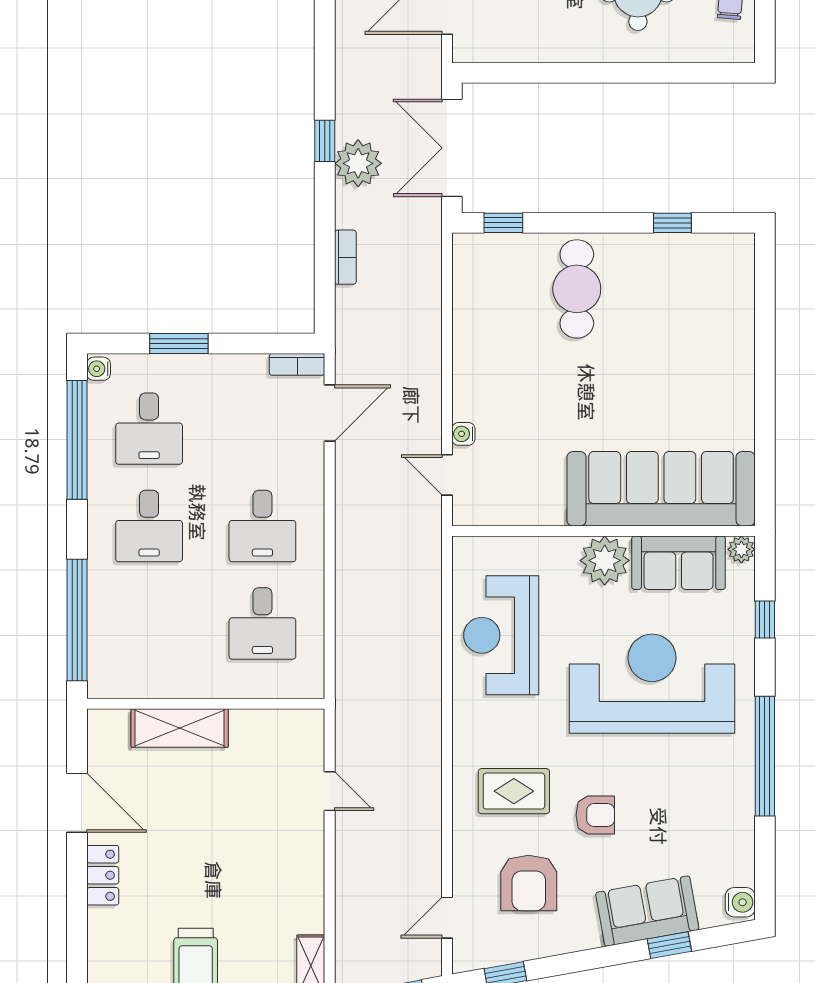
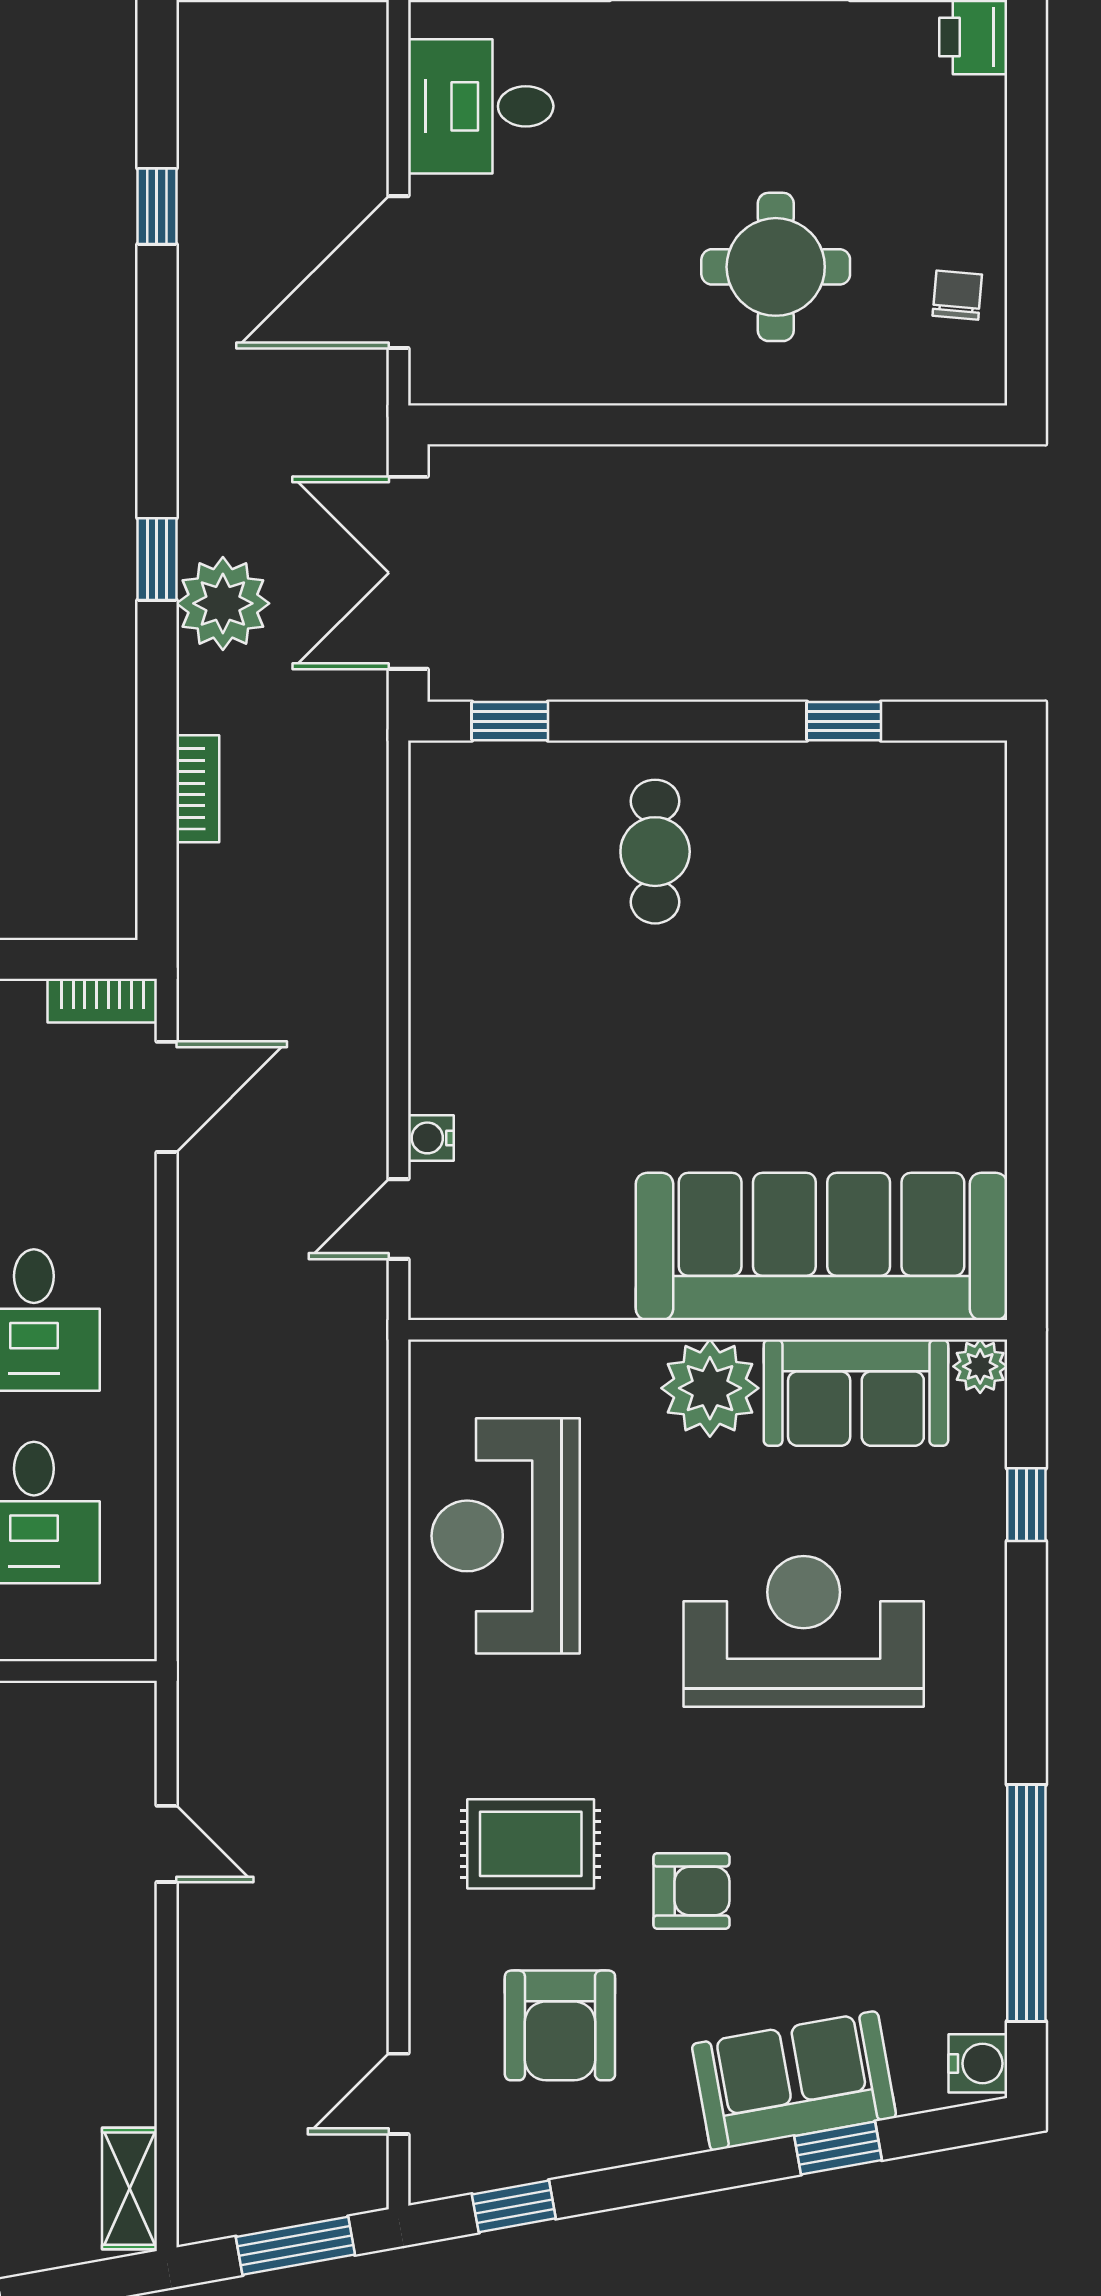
cafe table: (577, 289) -> (655, 852), width x0.73, depth x0.74
door: (447, 475) -> (398, 1219), hinge flipped
reception desk: (652, 684) -> (804, 1631), width x0.74, depth x0.77
window: (765, 756) -> (1026, 1903), moved

